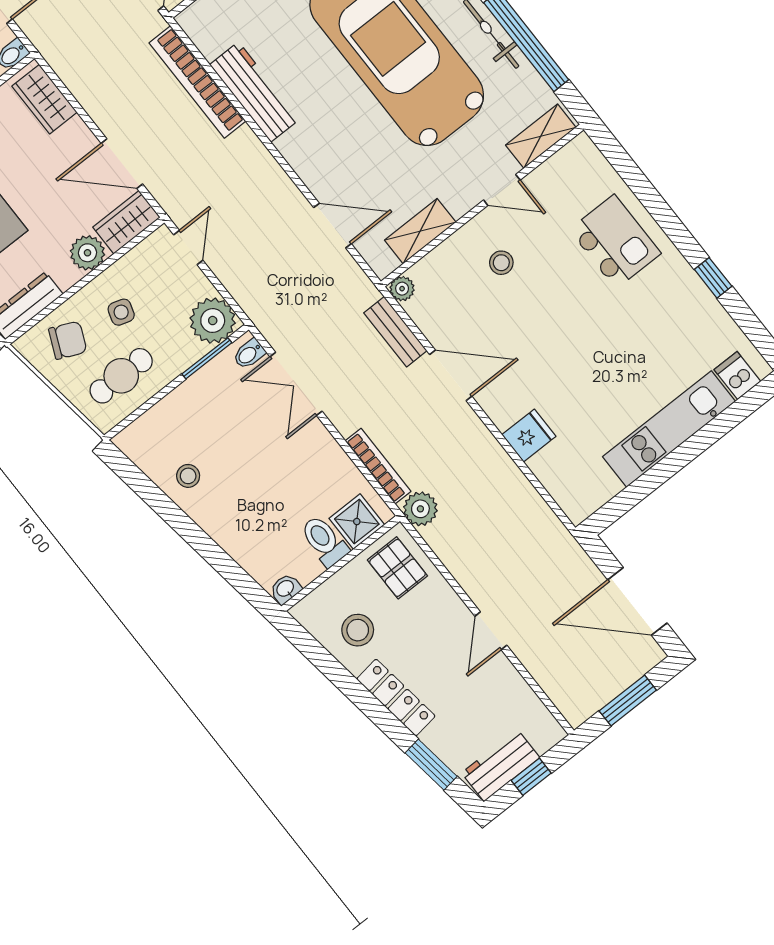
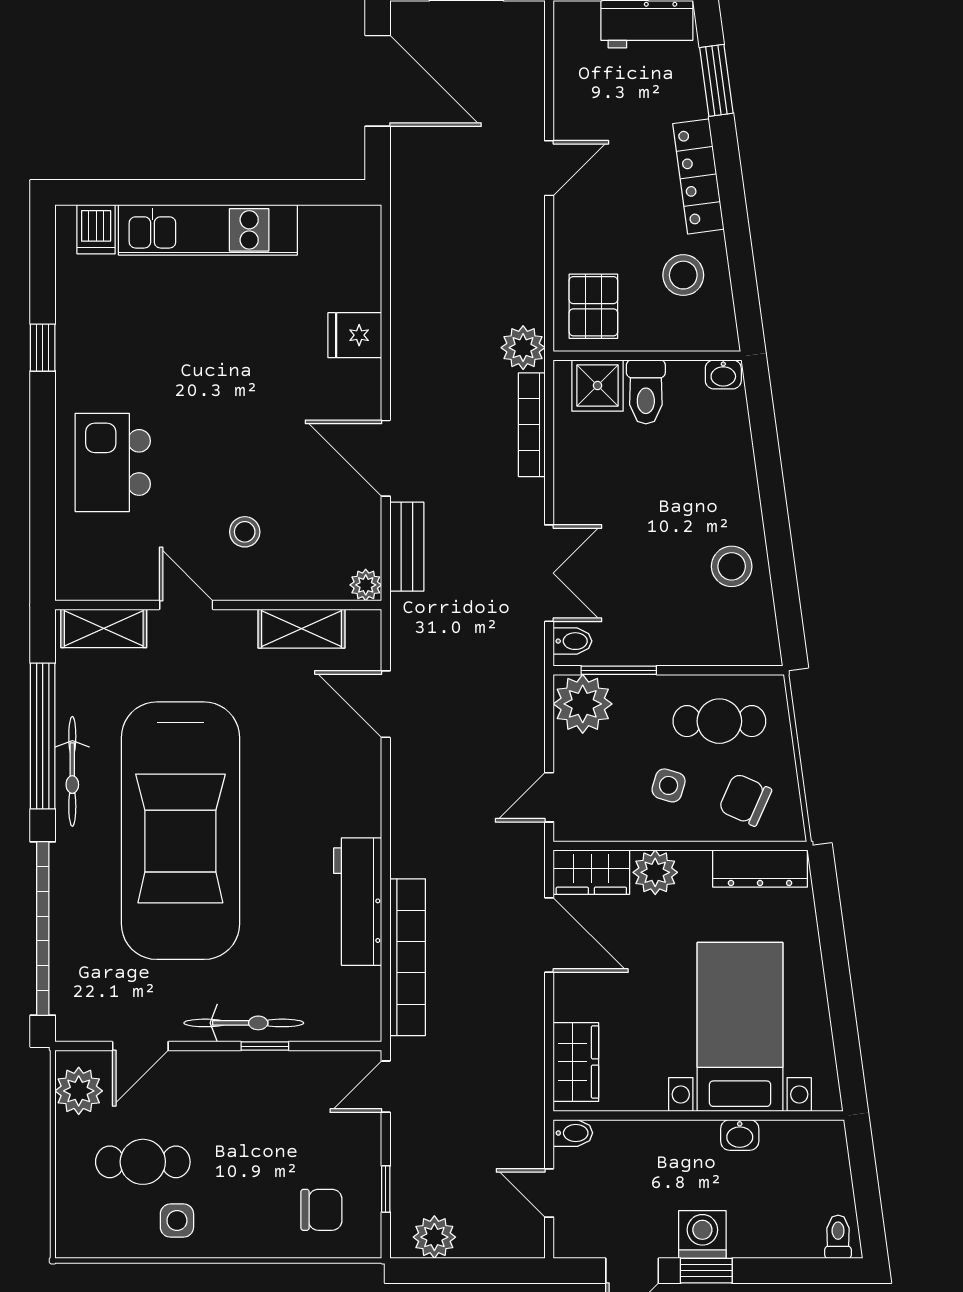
stool: (188, 476) -> (732, 566), width x1.37, depth x1.37

